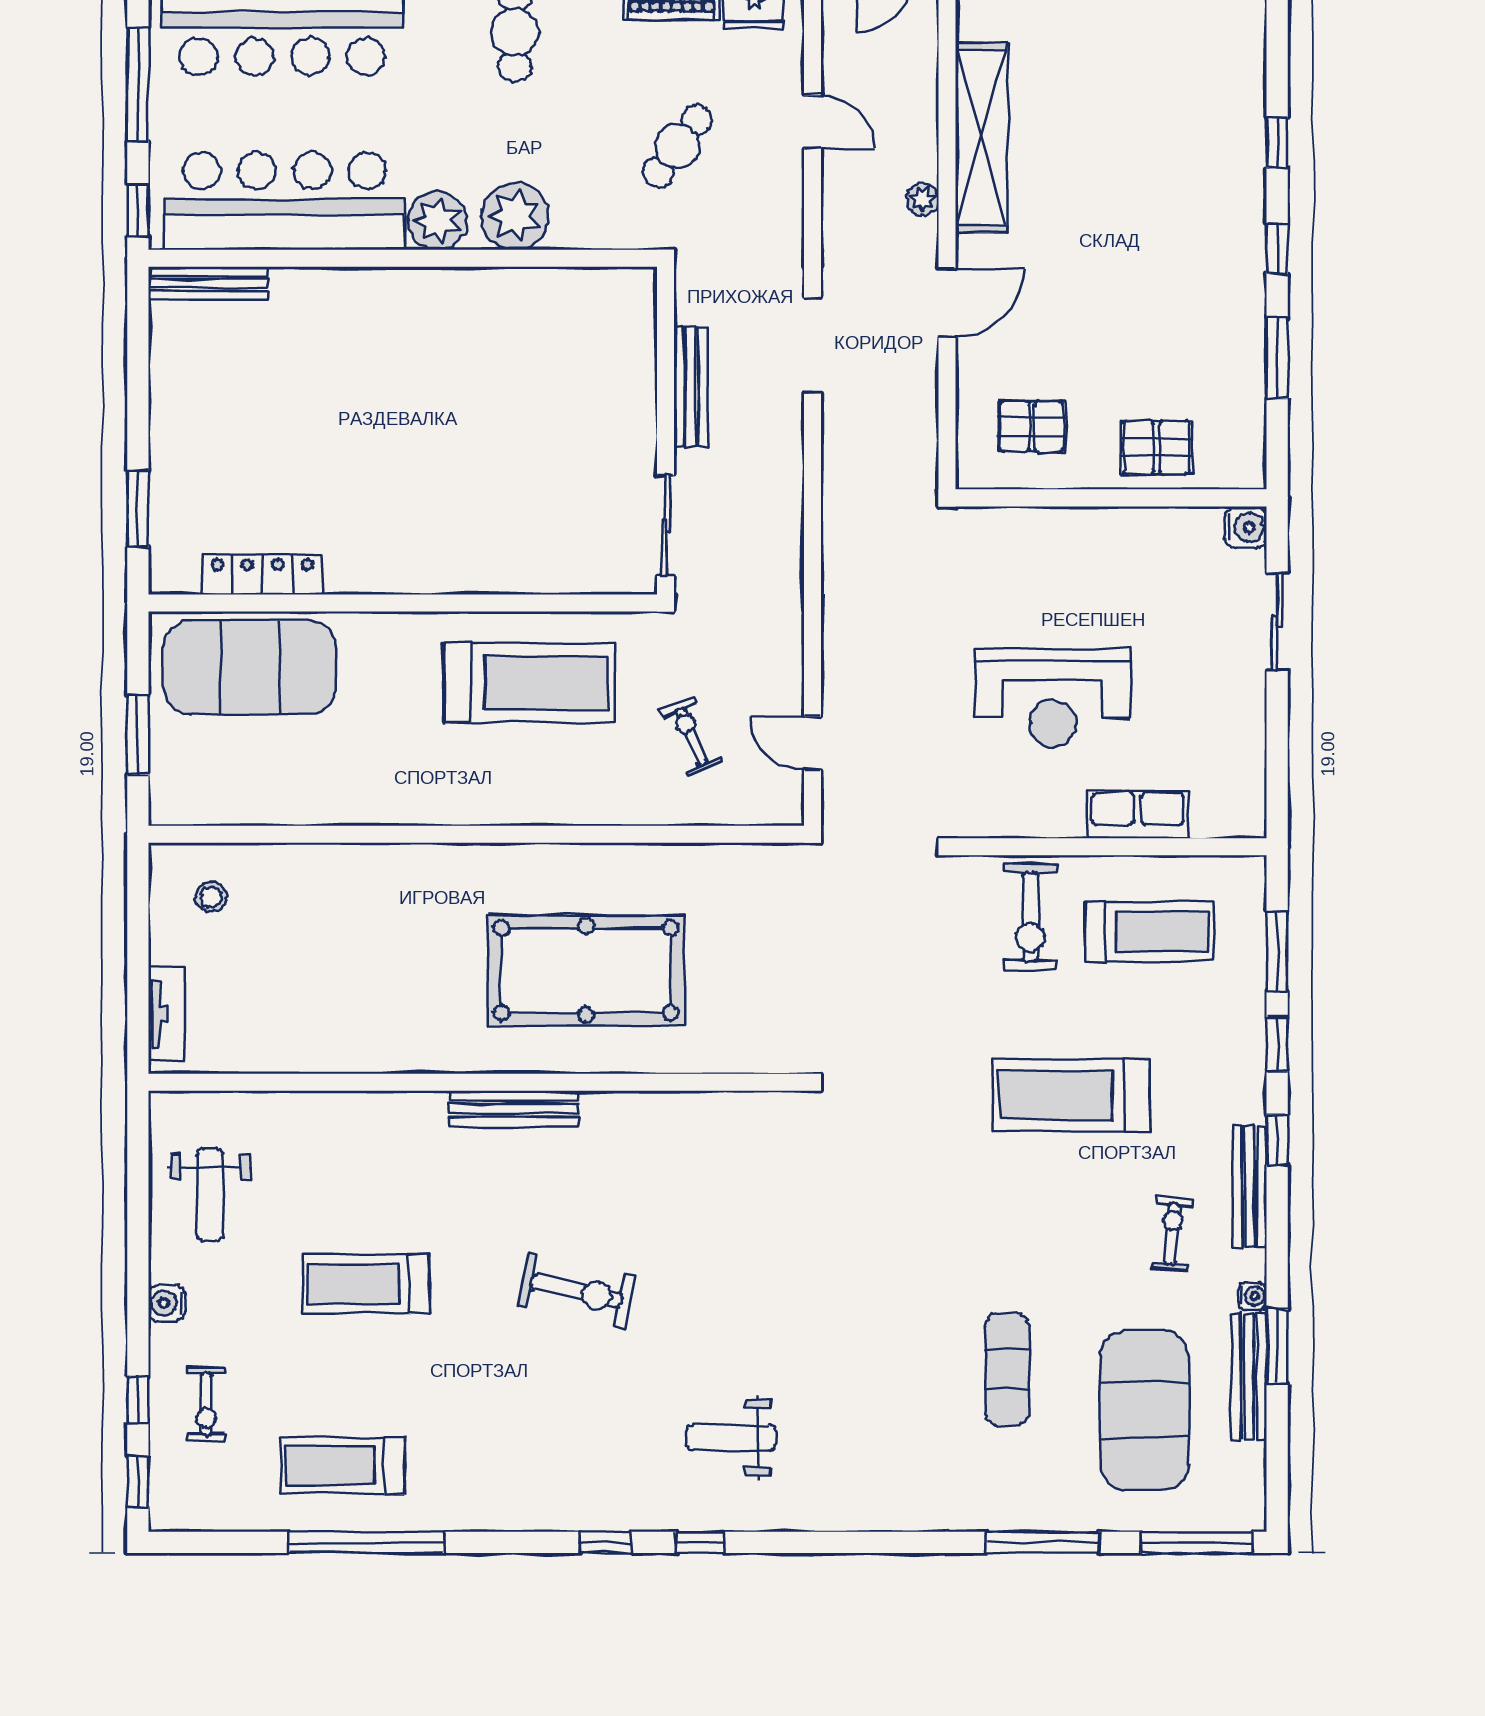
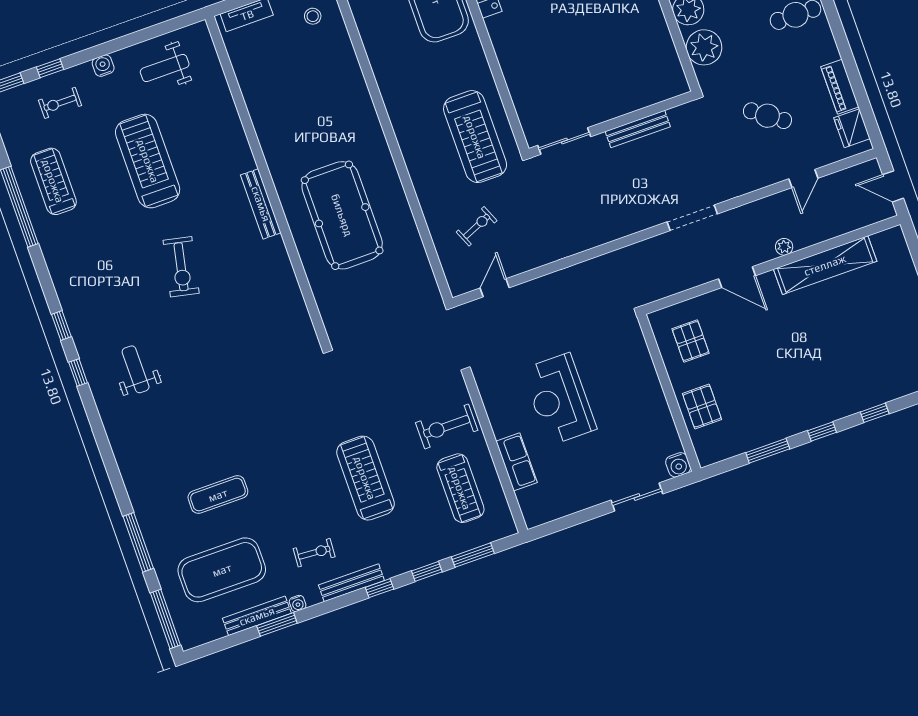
bench: (691, 387) -> (638, 129), moved
wall: (665, 431) -> (611, 124), moved
sliding door: (665, 526) -> (564, 141), moved
treadmill: (366, 1284) -> (148, 161), width x1.37, depth x1.38

